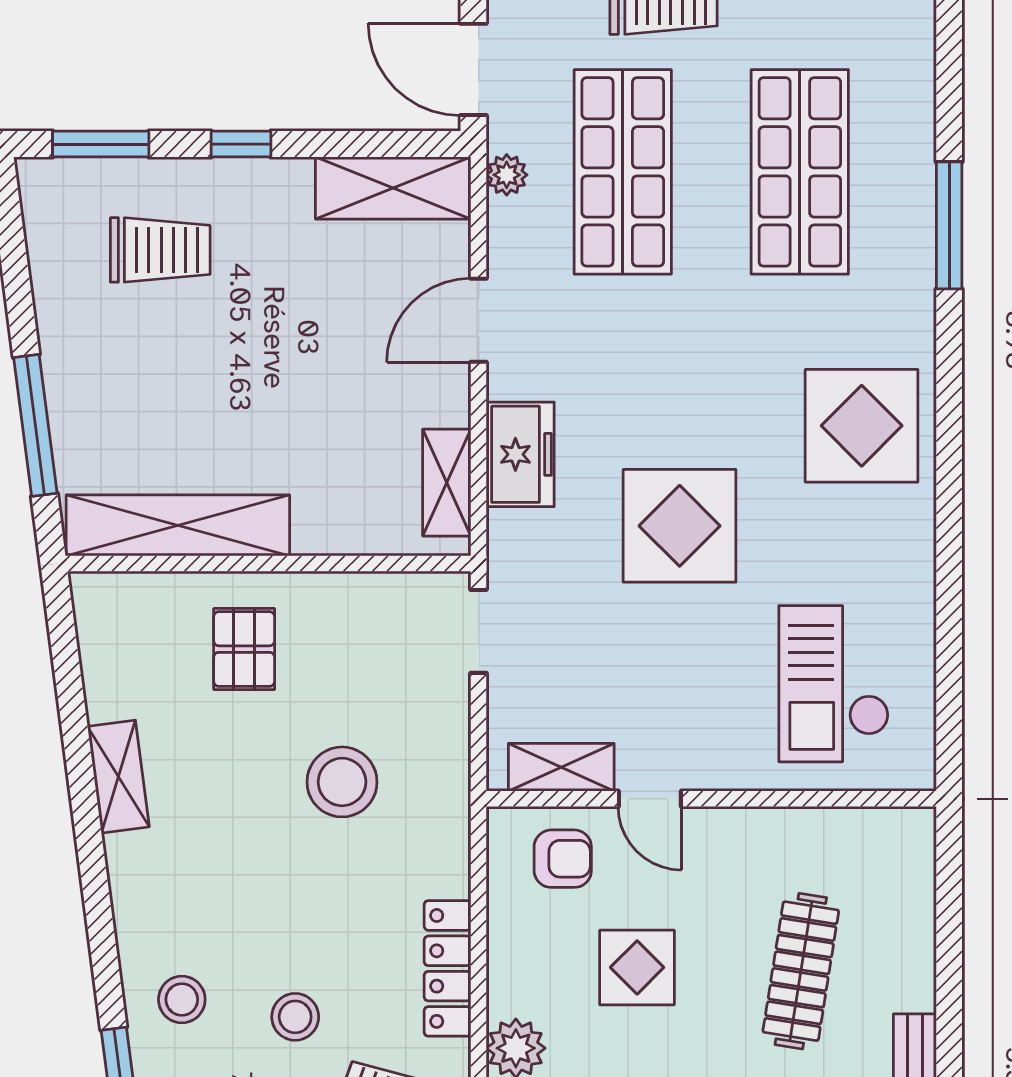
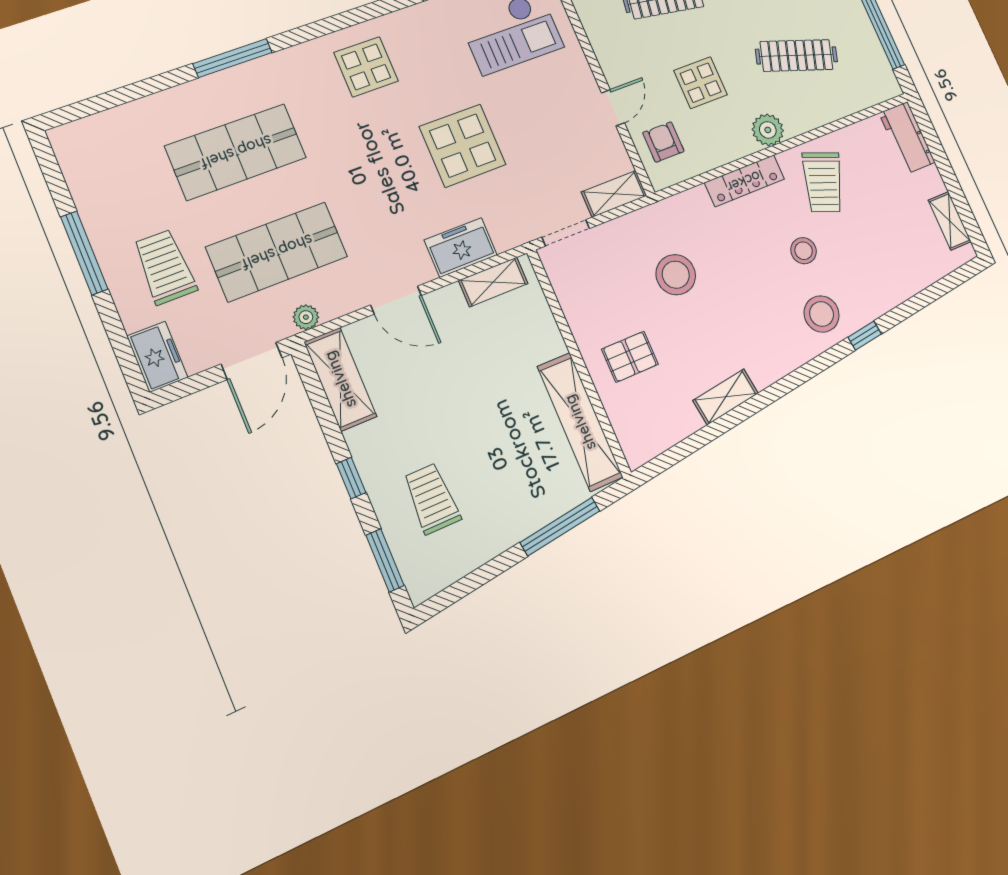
display table: (862, 426) -> (366, 67), width x0.73, depth x0.73
shelving: (561, 767) -> (614, 194), moved, turned 90
stool: (182, 999) -> (822, 314), width x1.38, depth x1.38

